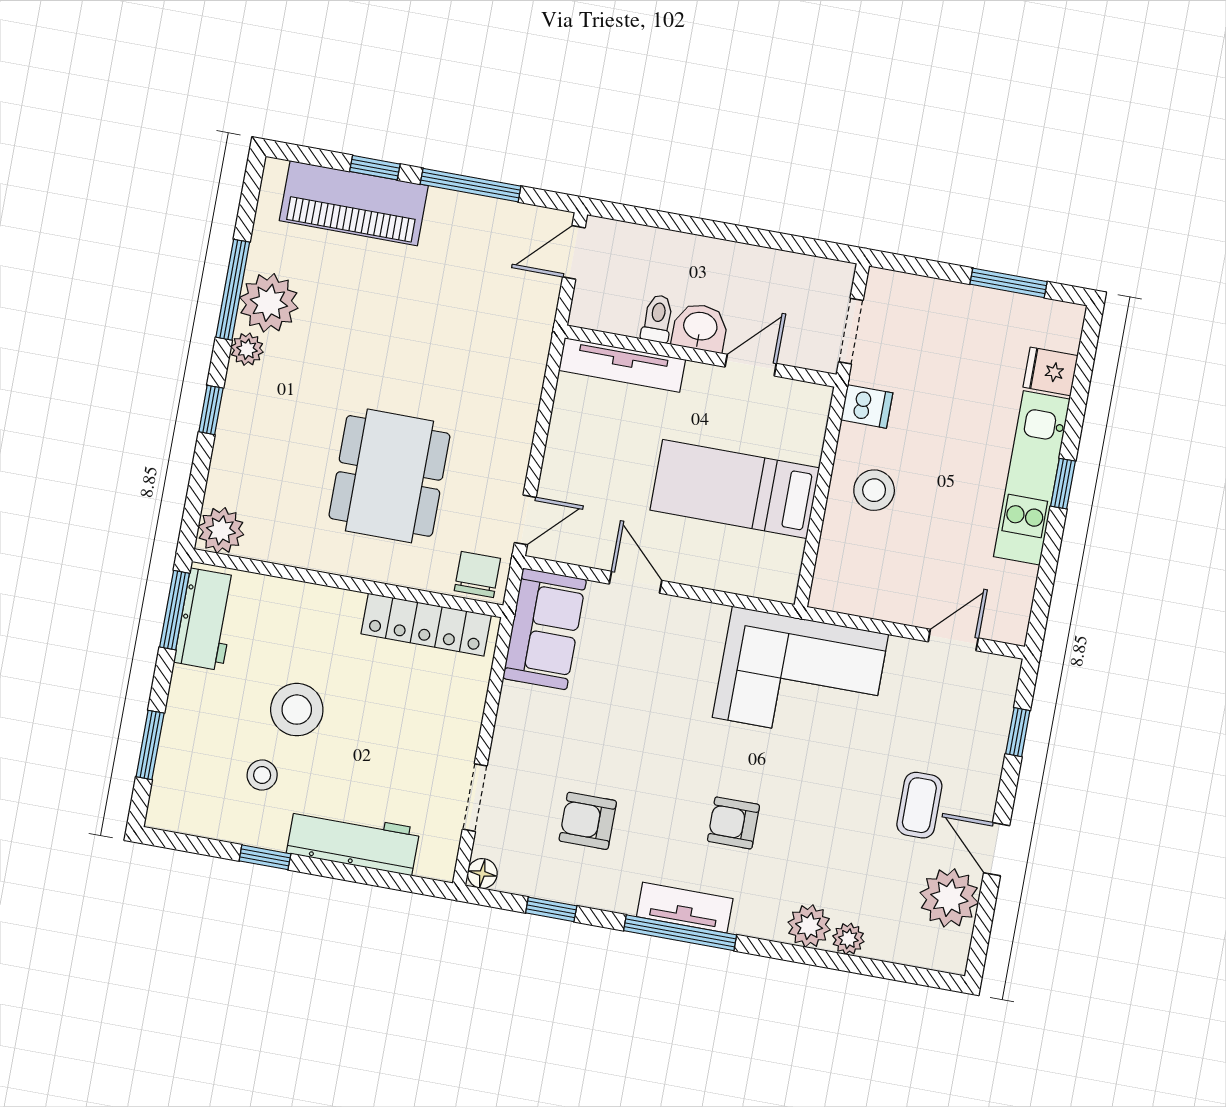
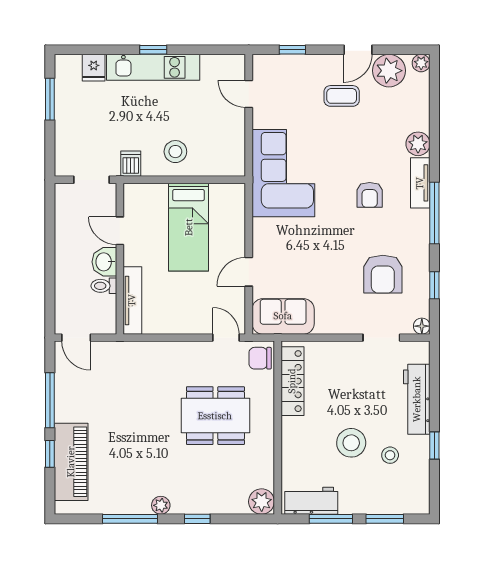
plant: (269, 303) -> (133, 498), removed
window: (175, 610) -> (331, 519), moved
armchair: (588, 821) -> (383, 274), width x1.38, depth x1.38
tv unit: (685, 908) -> (420, 183), moved
plant: (848, 939) -> (421, 63), moved

